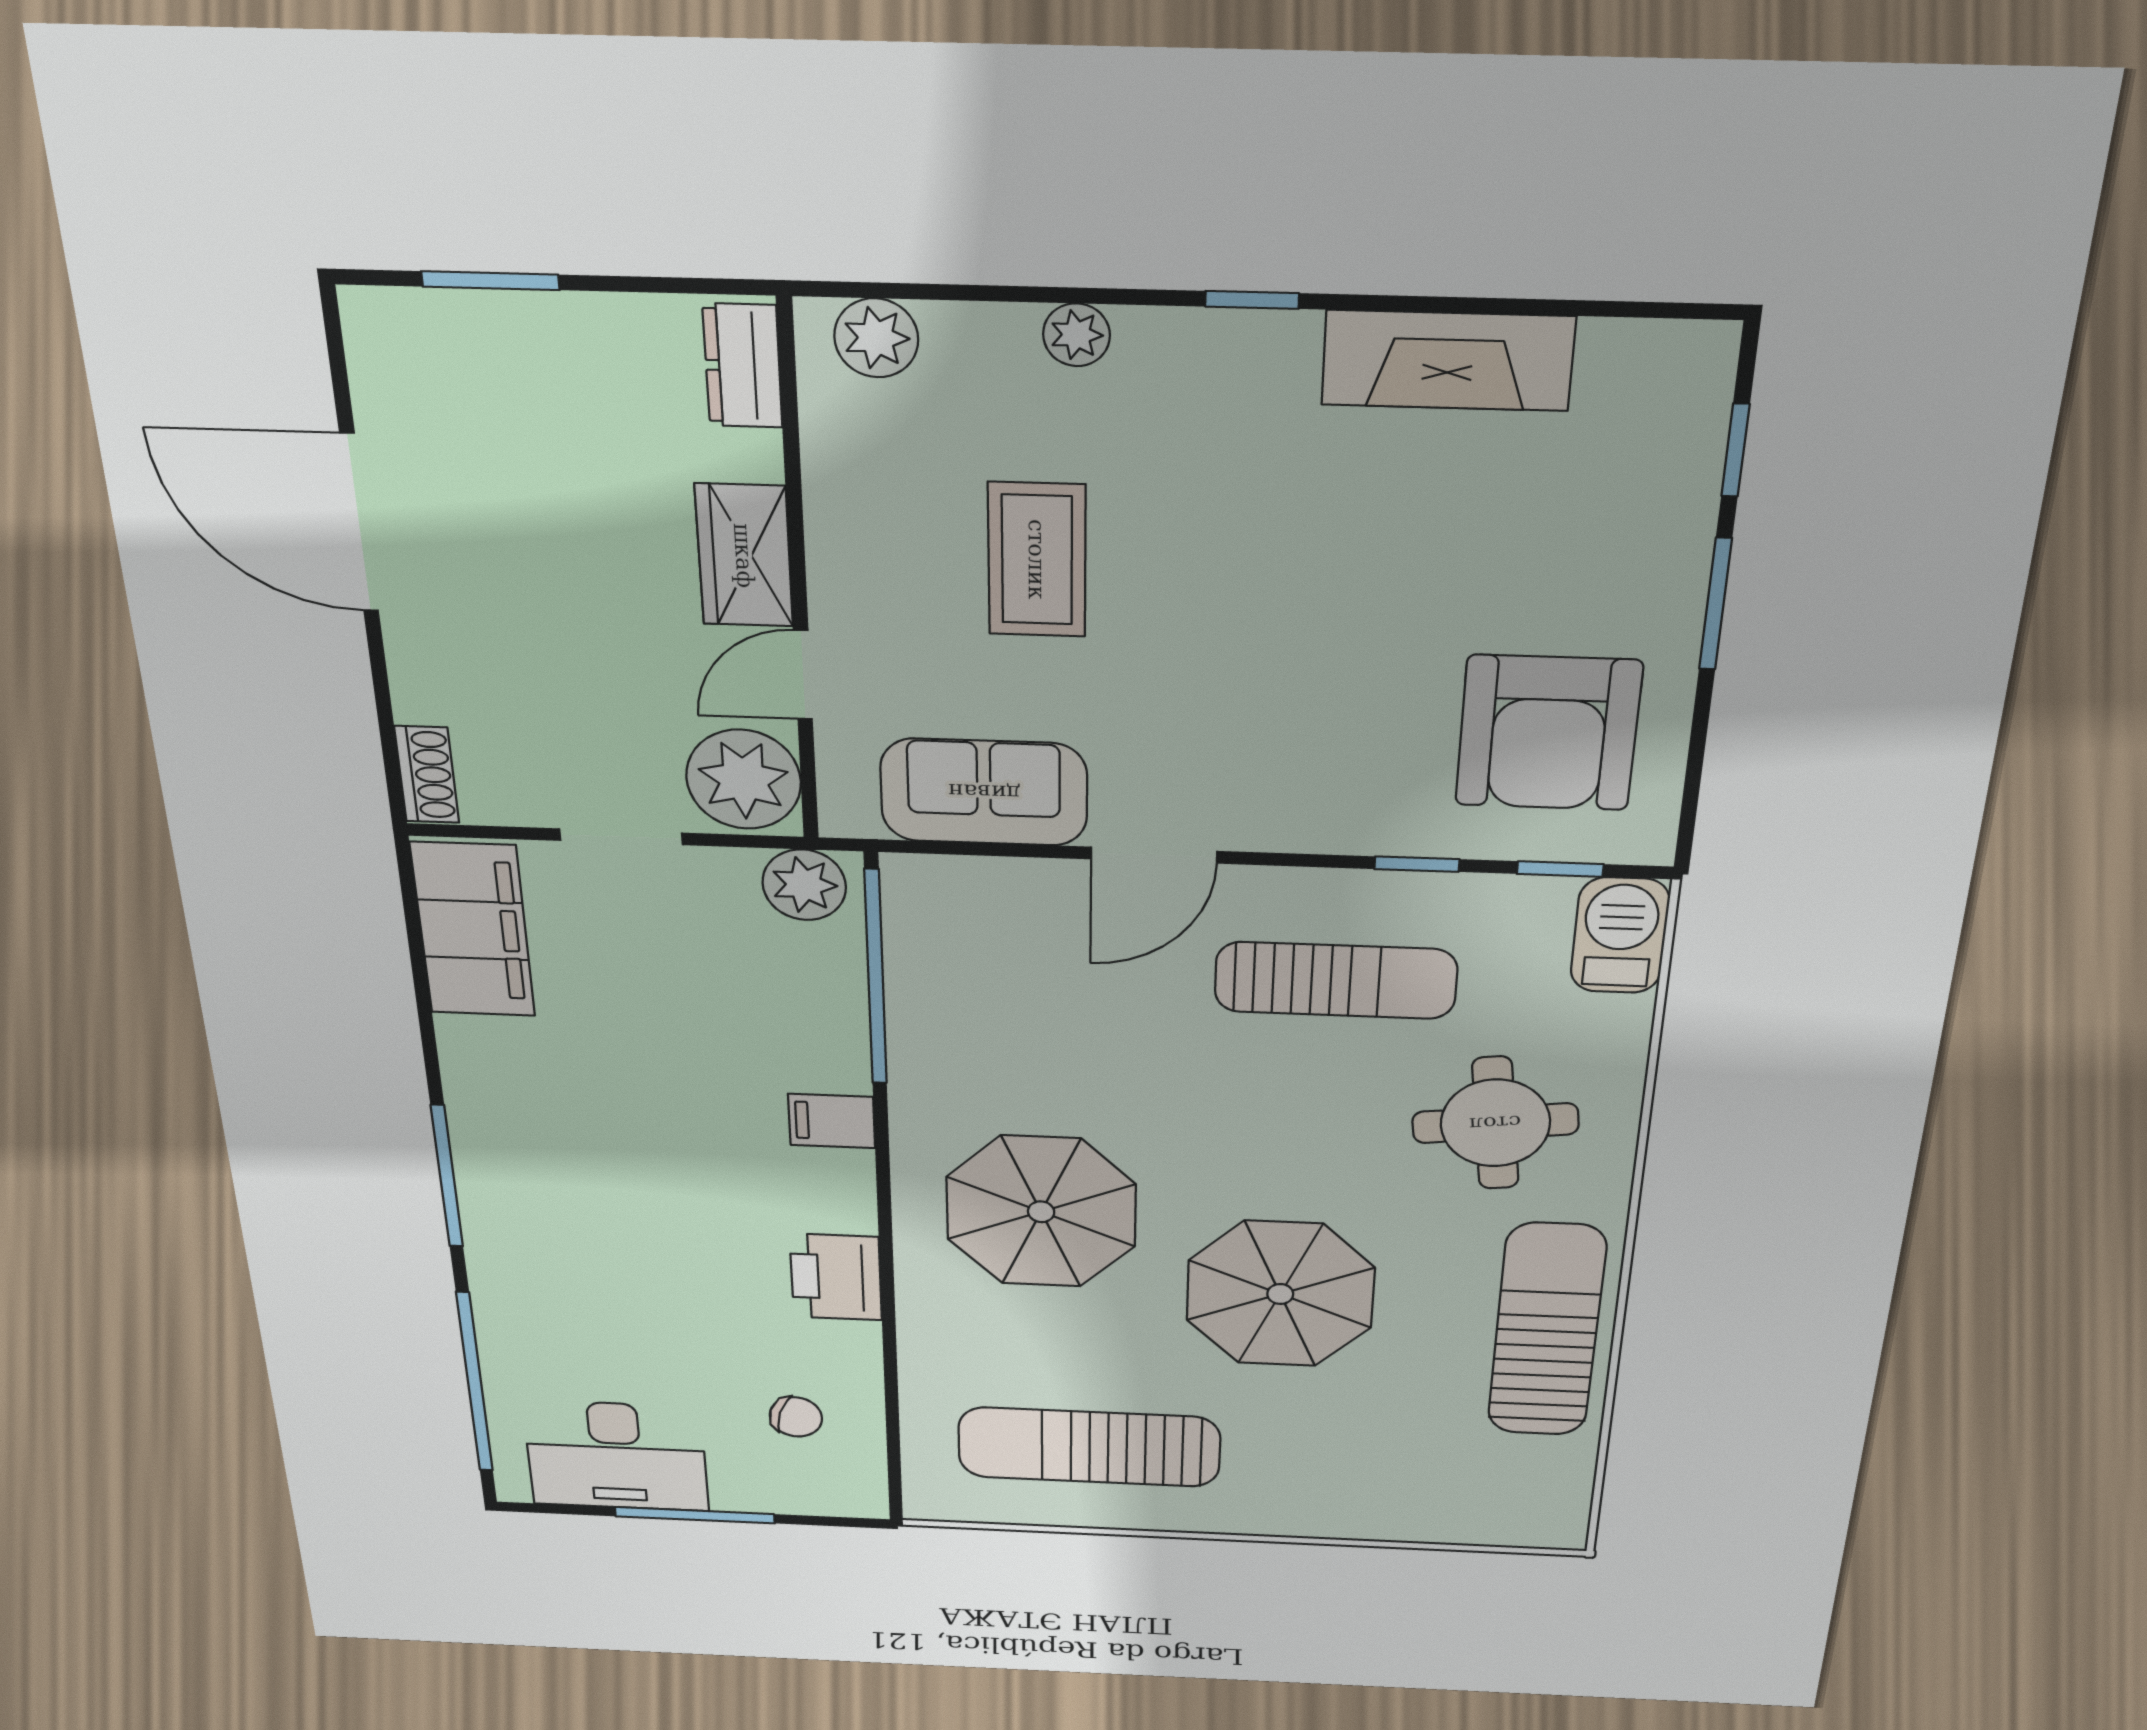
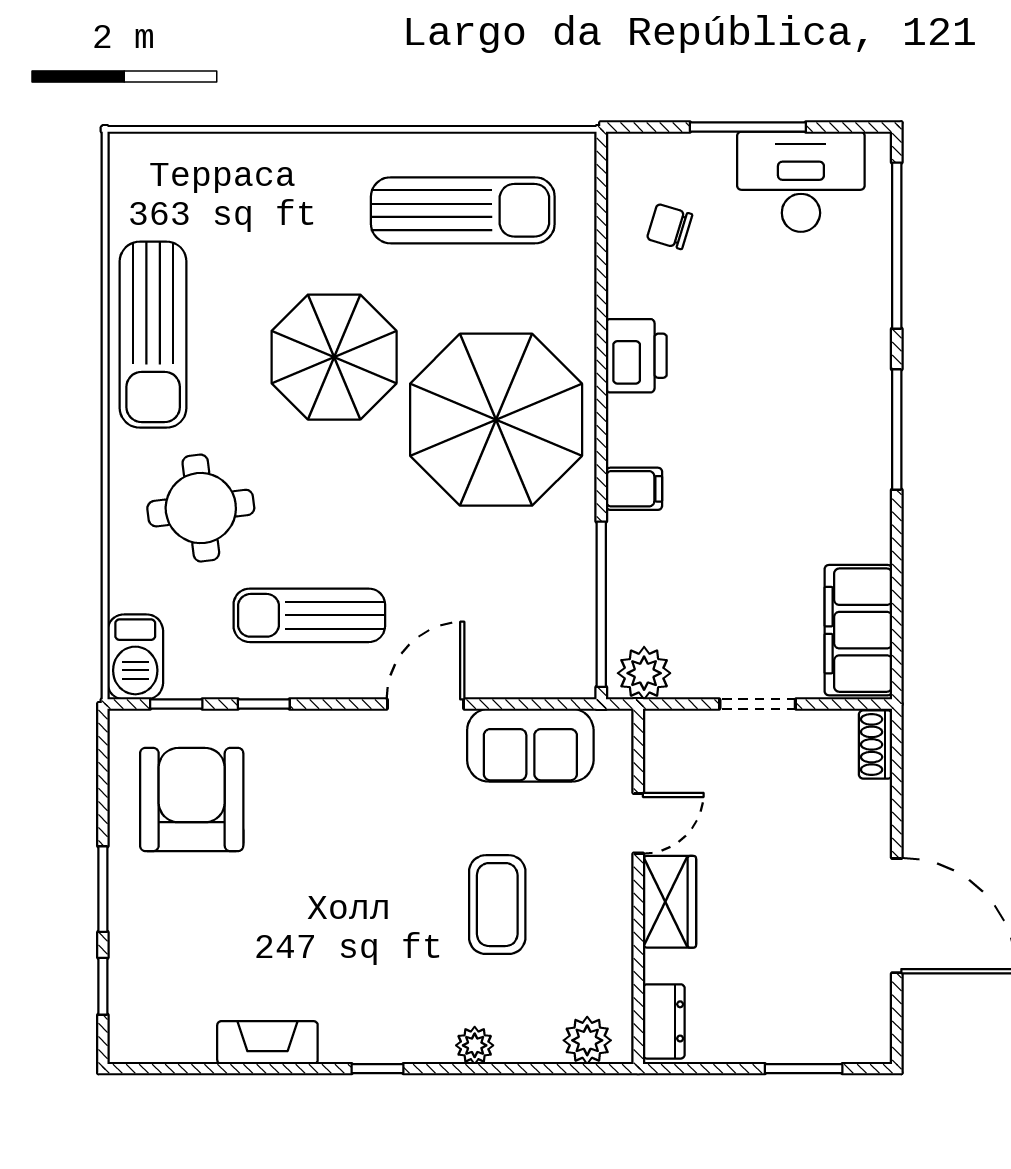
fireplace: (1448, 361) -> (267, 1043), width x0.73, depth x0.76
plant: (744, 779) -> (678, 749), removed
parasol: (1041, 1212) -> (496, 420), width x1.36, depth x1.36

